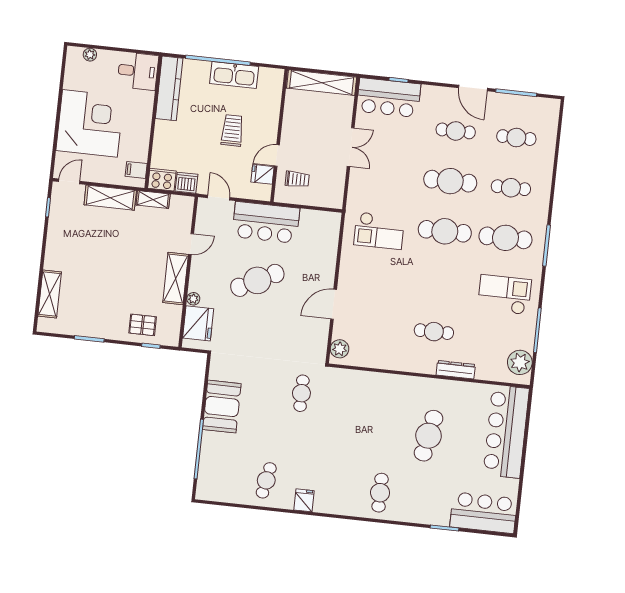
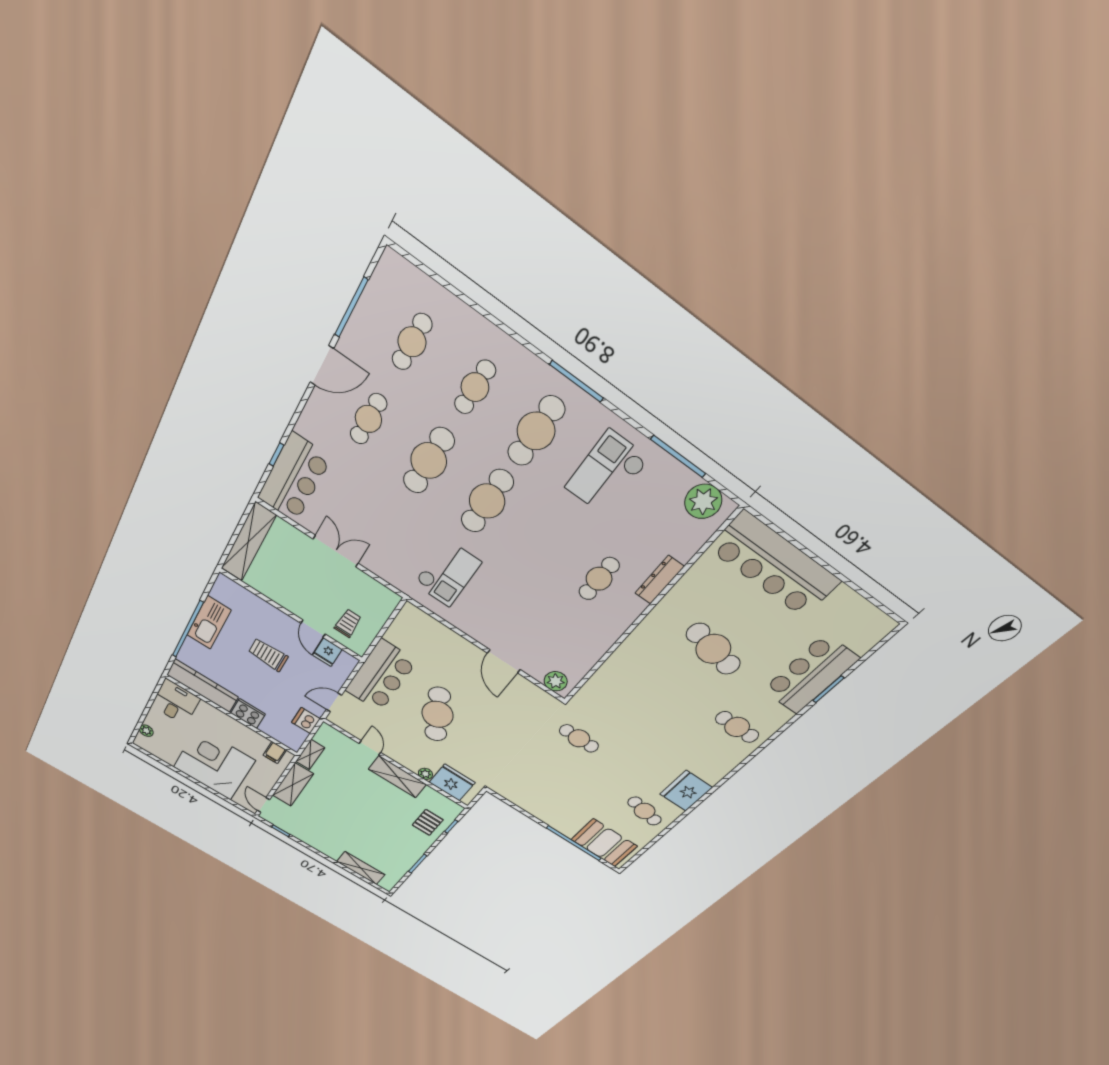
cooker: (162, 180) -> (248, 714), moved, turned 90
booth: (222, 407) -> (604, 843), moved
fridge: (304, 500) -> (686, 791), width x1.88, depth x1.34
bar counter: (484, 513) -> (810, 674), moved

